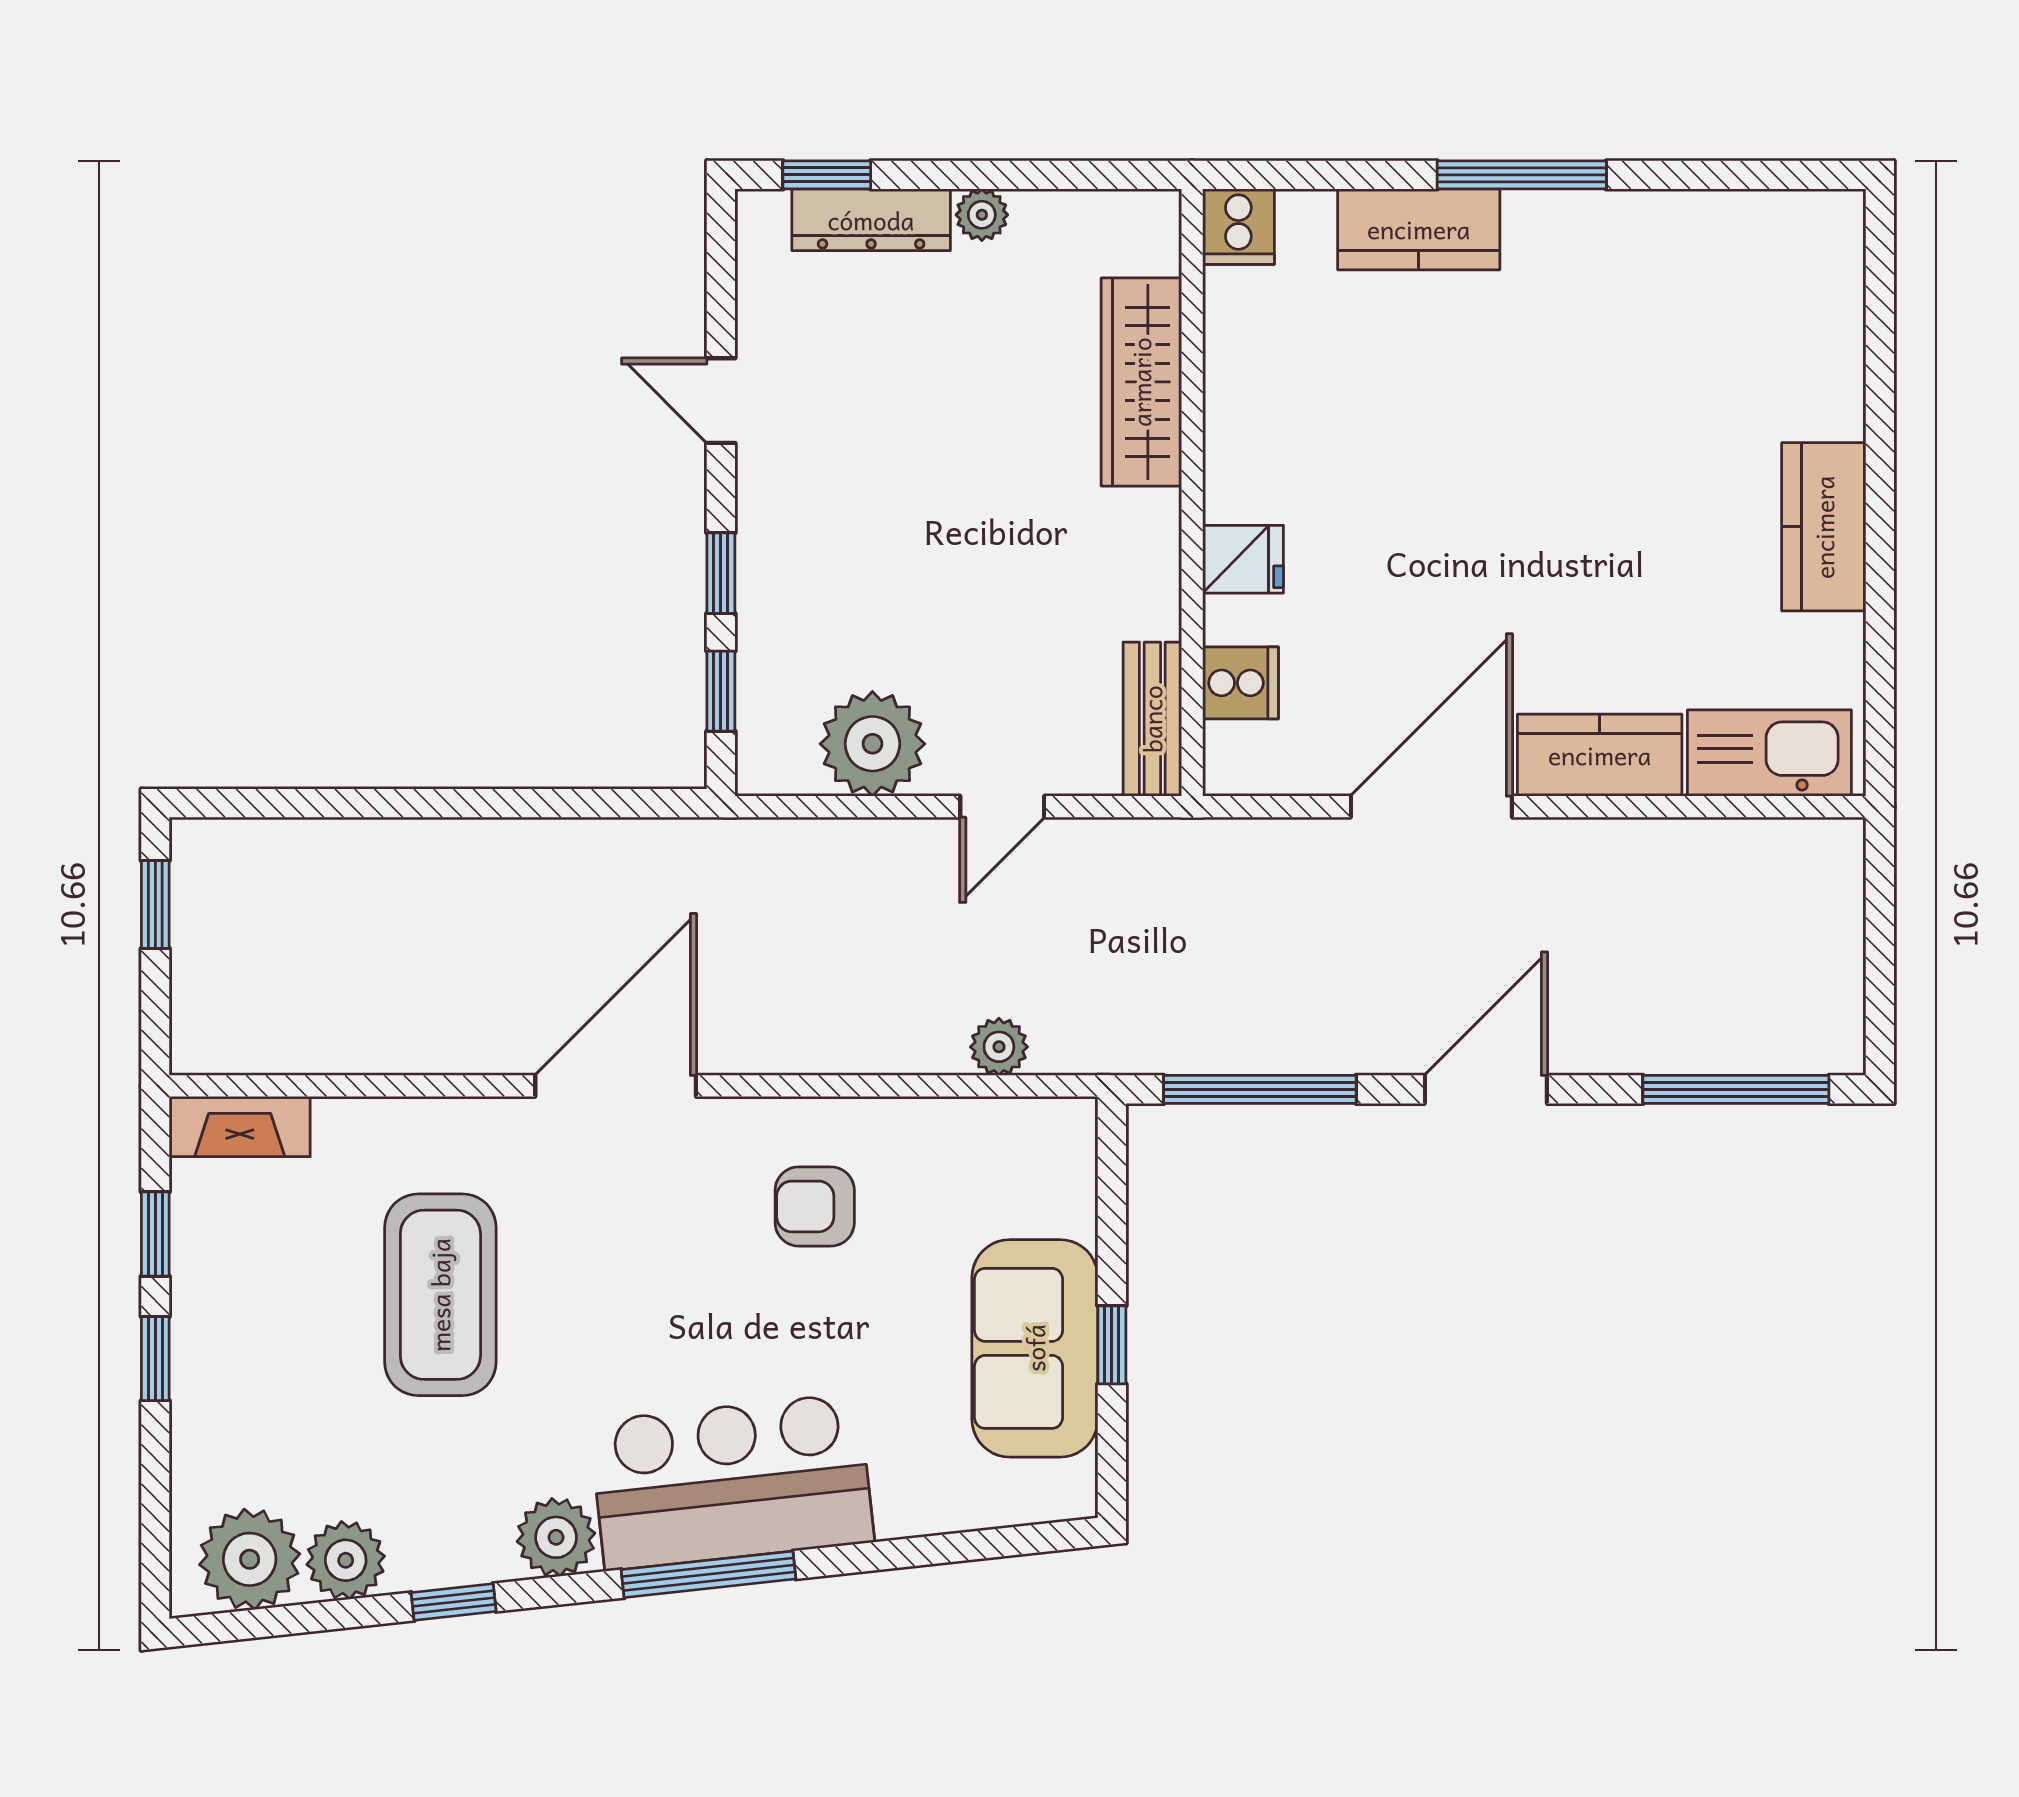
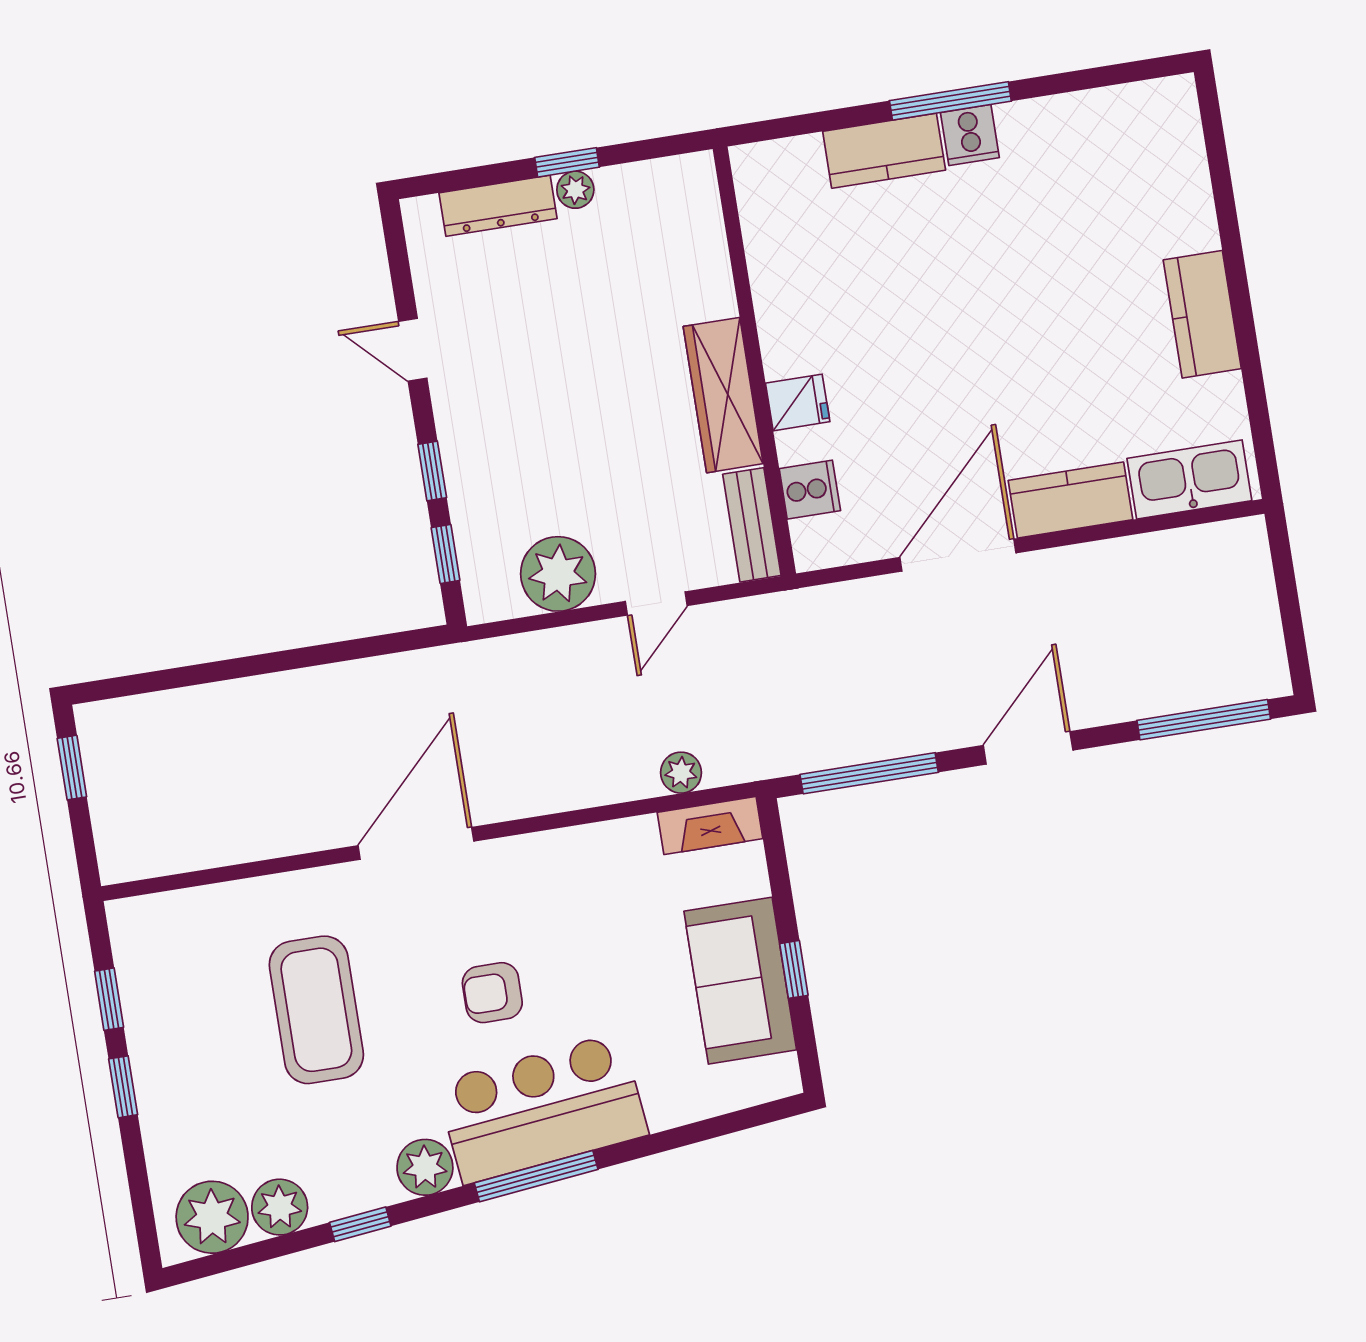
window: (827, 175) -> (567, 162), moved
cooker: (1238, 227) -> (970, 135), moved
wardrobe: (1141, 382) -> (723, 395), moved
fireplace: (240, 1127) -> (710, 826), moved
armchair: (815, 1206) -> (492, 993), moved

